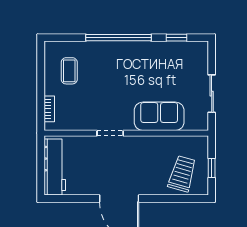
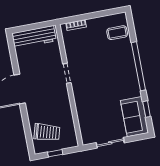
coffee table: (69, 71) -> (117, 33), moved
sofa: (159, 116) -> (135, 117), moved, turned 180

